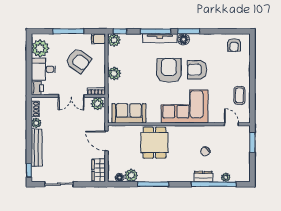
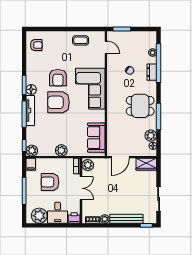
armchair: (78, 61) -> (50, 182), turned -126
door: (231, 124) -> (106, 47), swing flipped
dining table: (154, 143) -> (140, 106), moved

